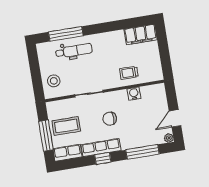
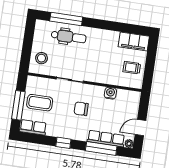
trolley: (129, 73) -> (132, 68), moved
row of seats: (101, 148) -> (106, 139), moved

